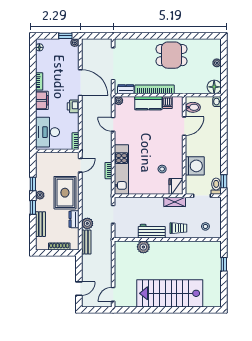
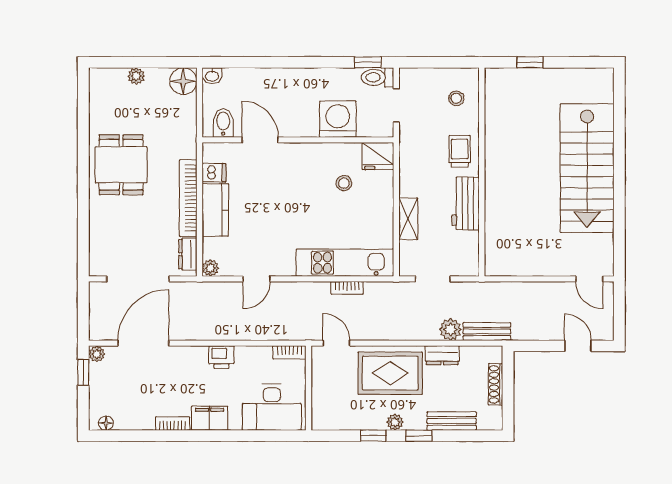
door: (80, 83) -> (143, 343), moved
shelving: (175, 202) -> (408, 219), moved
plant: (143, 247) -> (496, 220), removed

